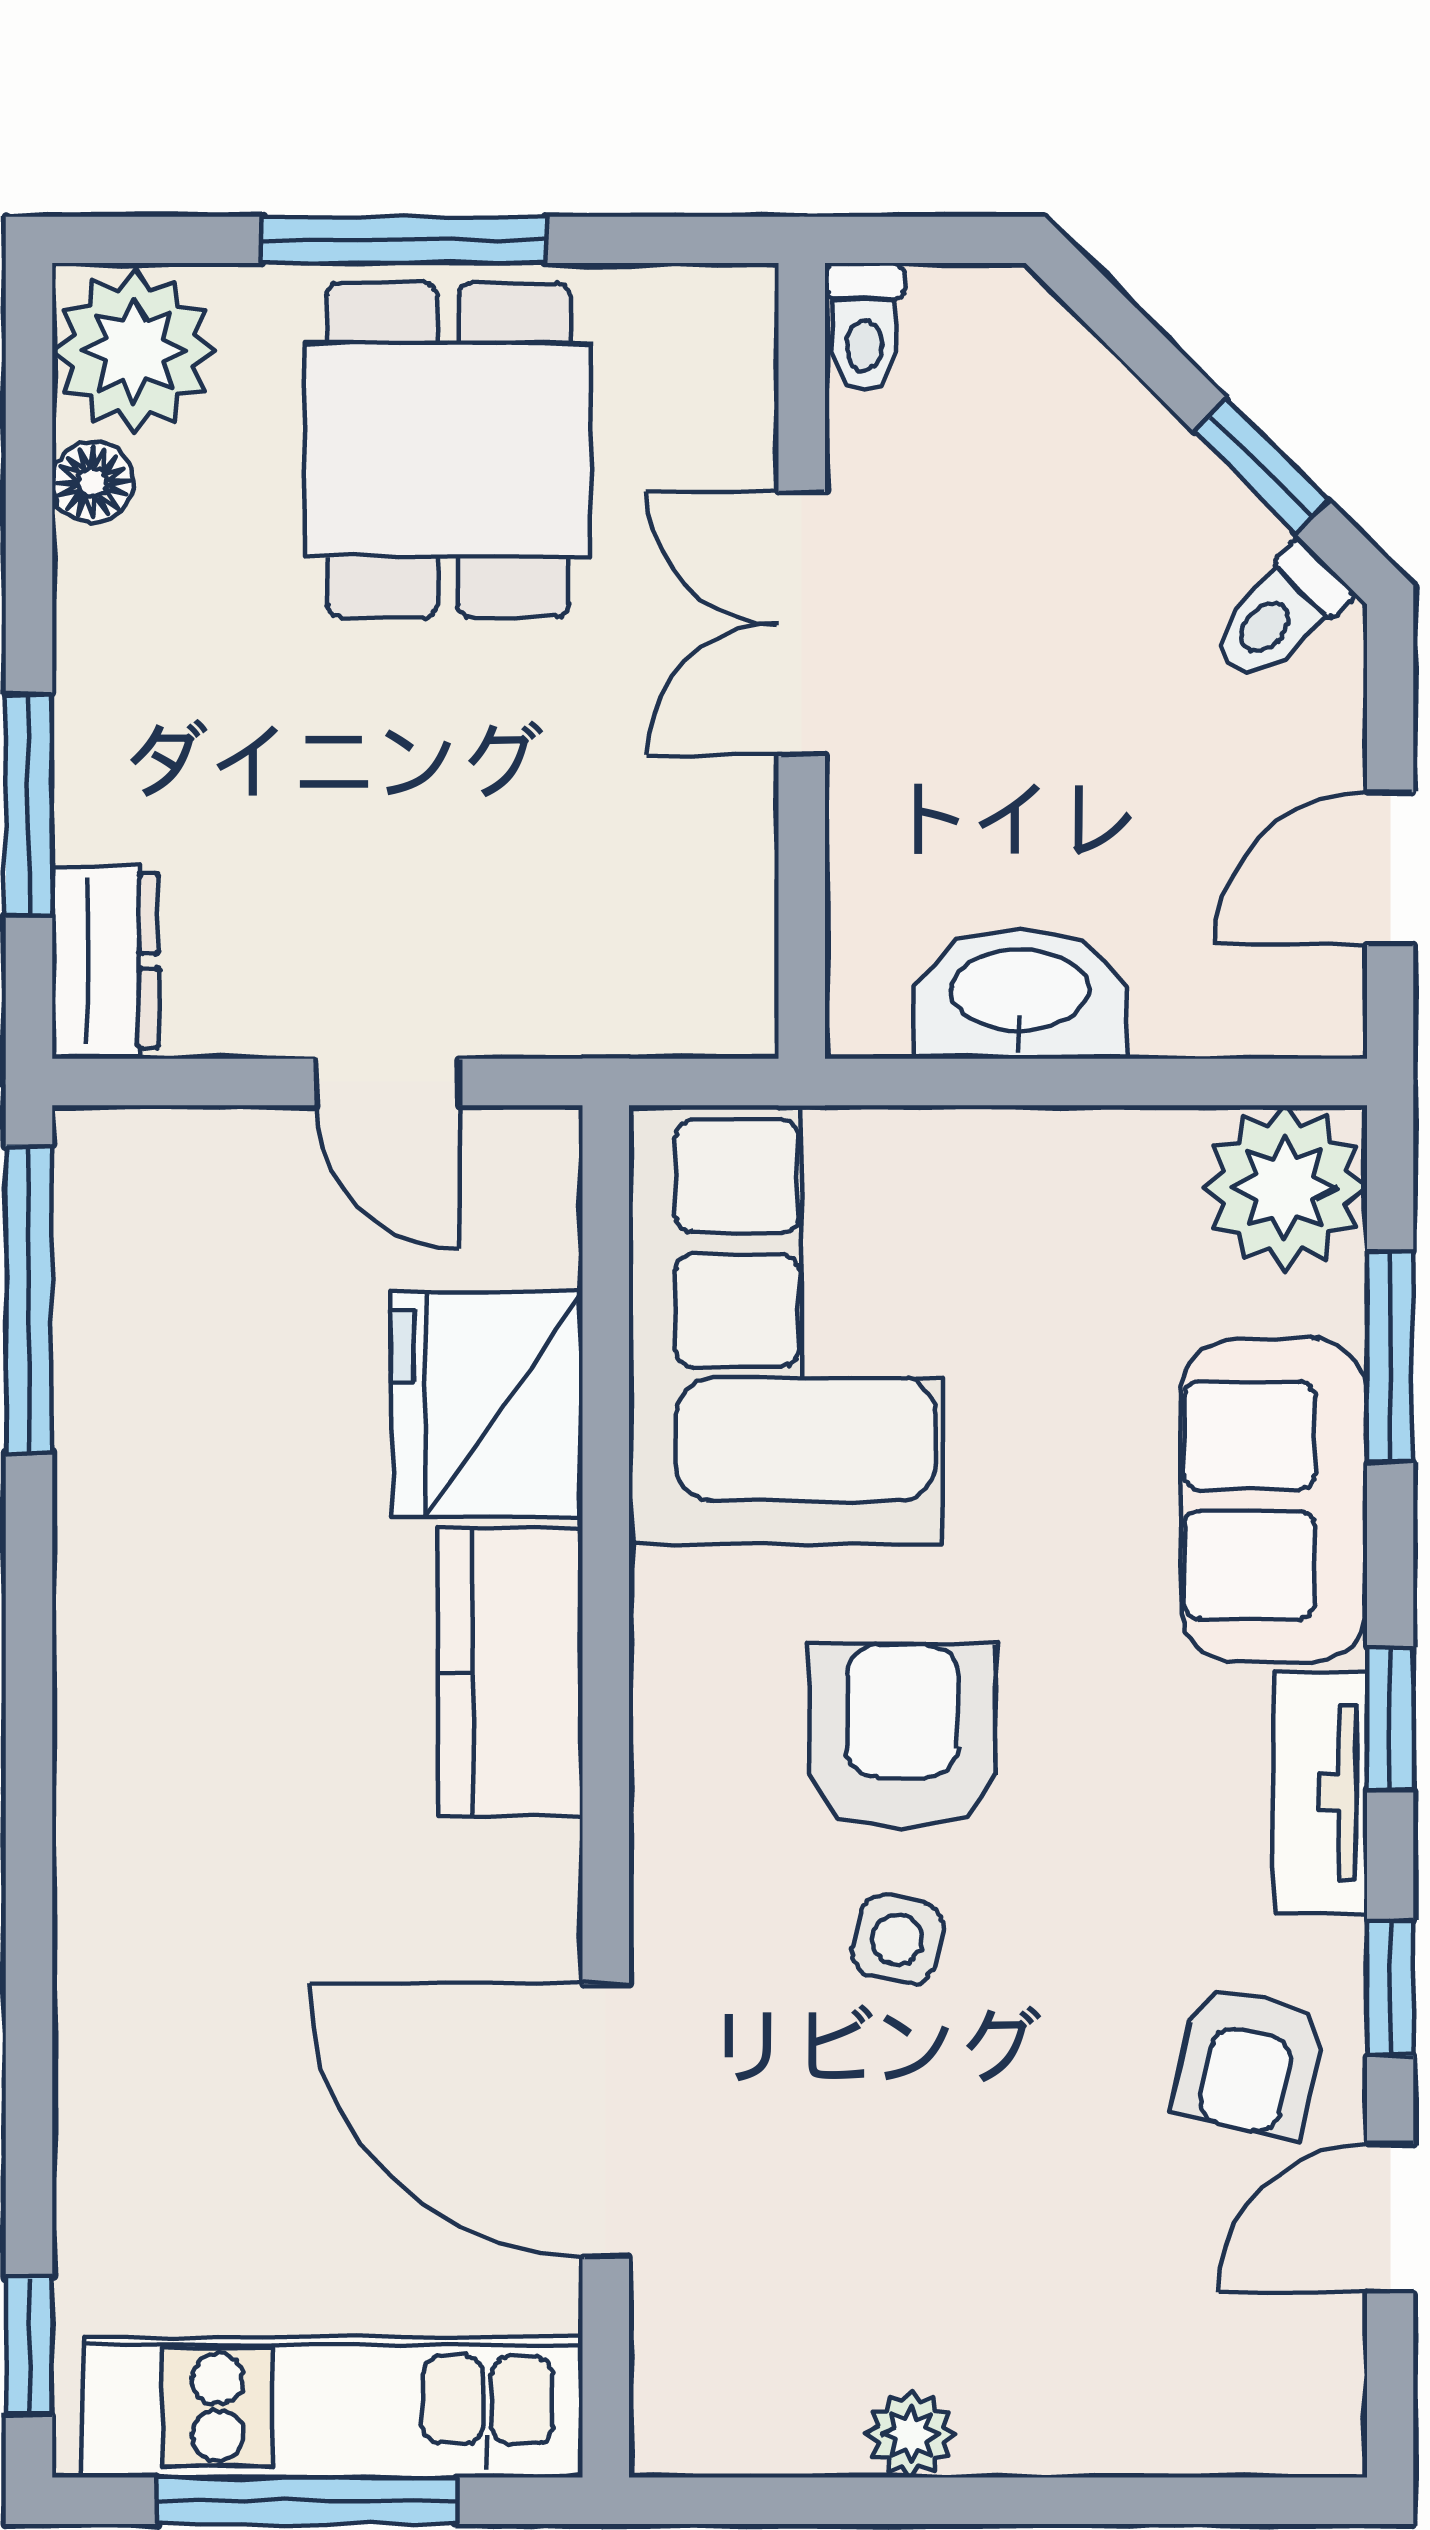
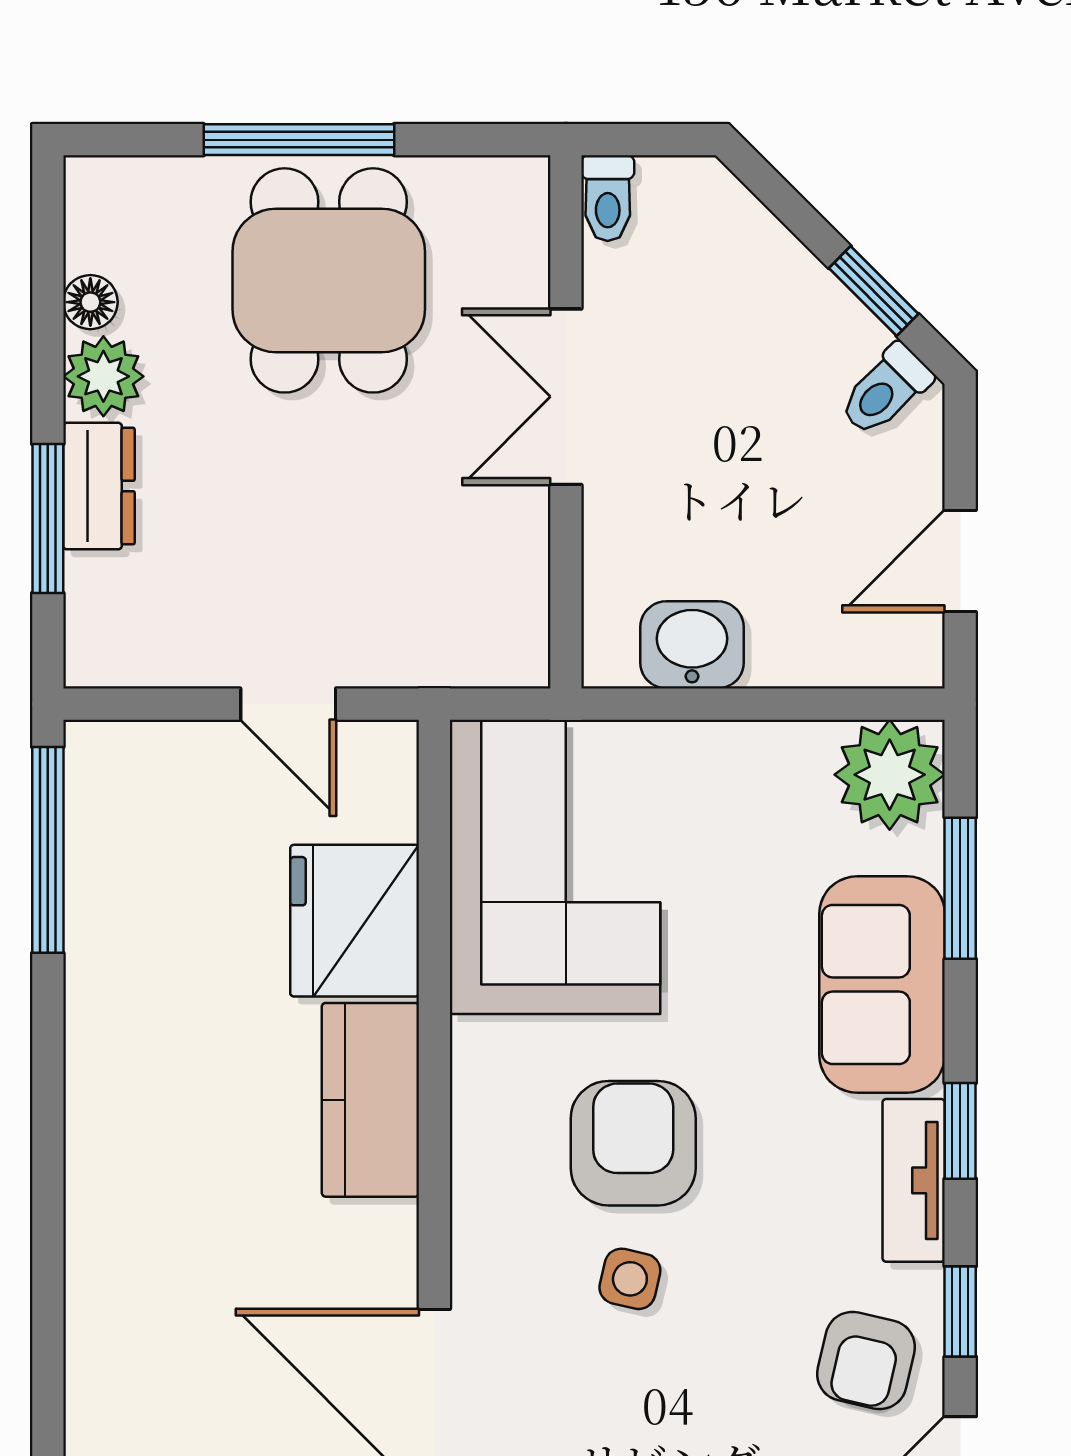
plant: (134, 351) -> (103, 376), moved, width x0.73, depth x0.73
dresser: (105, 961) -> (99, 486), moved
washbasin: (1020, 994) -> (692, 645), width x0.72

